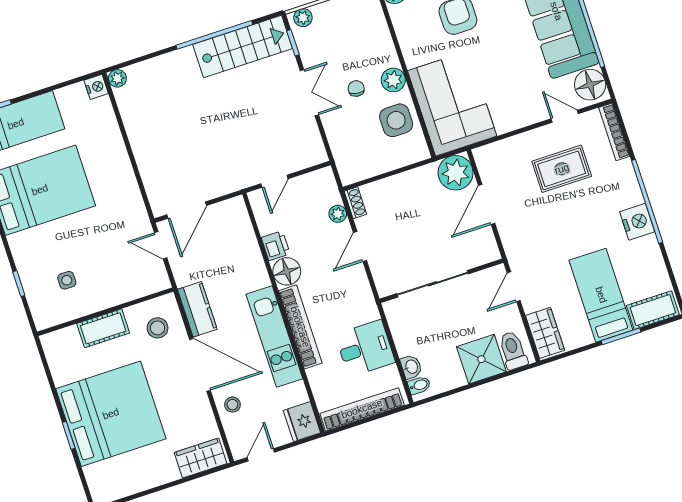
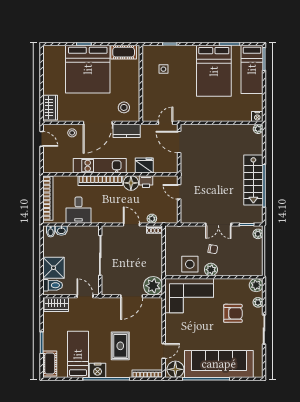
stairs: (243, 46) -> (253, 180), moved
rug: (562, 169) -> (120, 346), moved
door: (487, 204) -> (132, 296), swing flipped
bed: (601, 295) -> (78, 354), moved, turned -90
cot: (103, 328) -> (124, 52), moved, turned 90
fridge: (302, 422) -> (144, 165), moved

